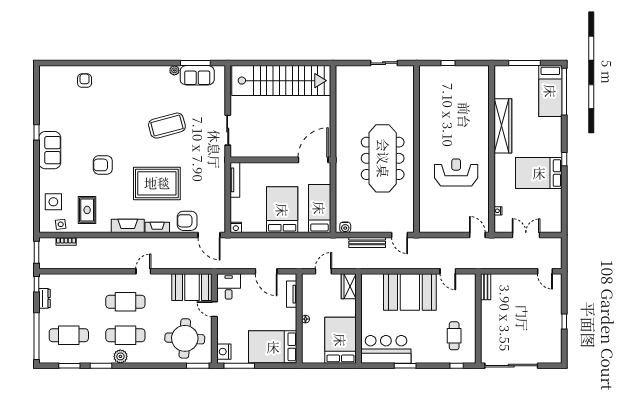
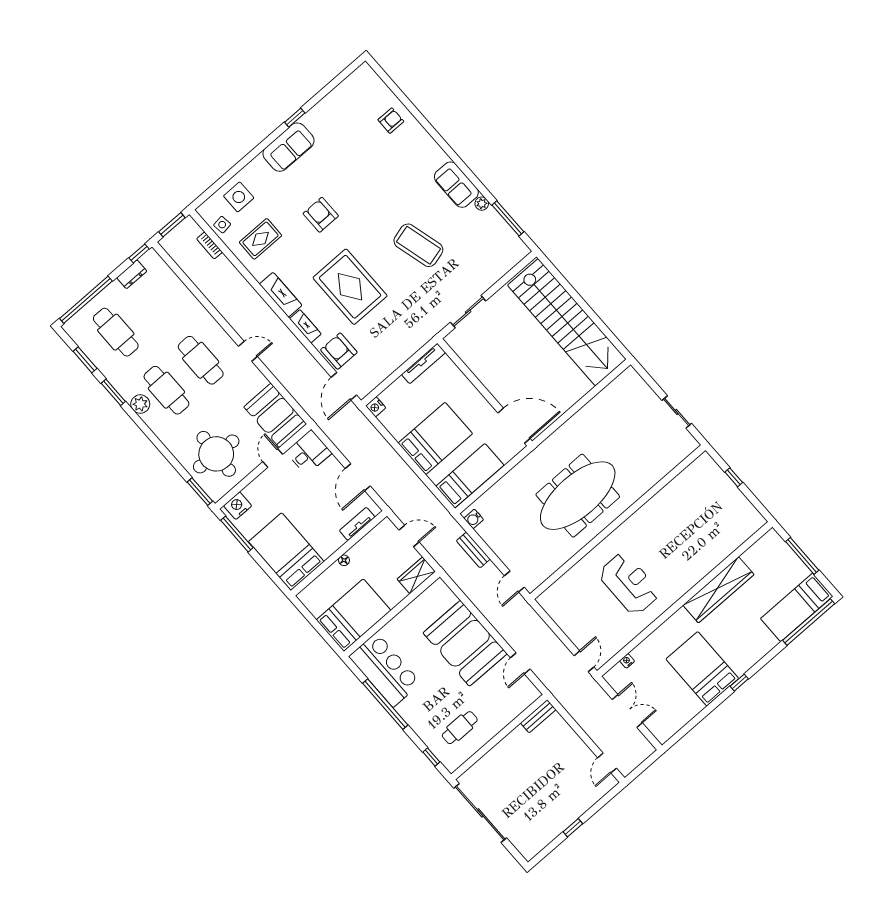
sofa: (197, 75) -> (456, 185), moved
bench: (367, 242) -> (473, 550), width x0.73
window: (405, 366) -> (385, 704), width x2.11

